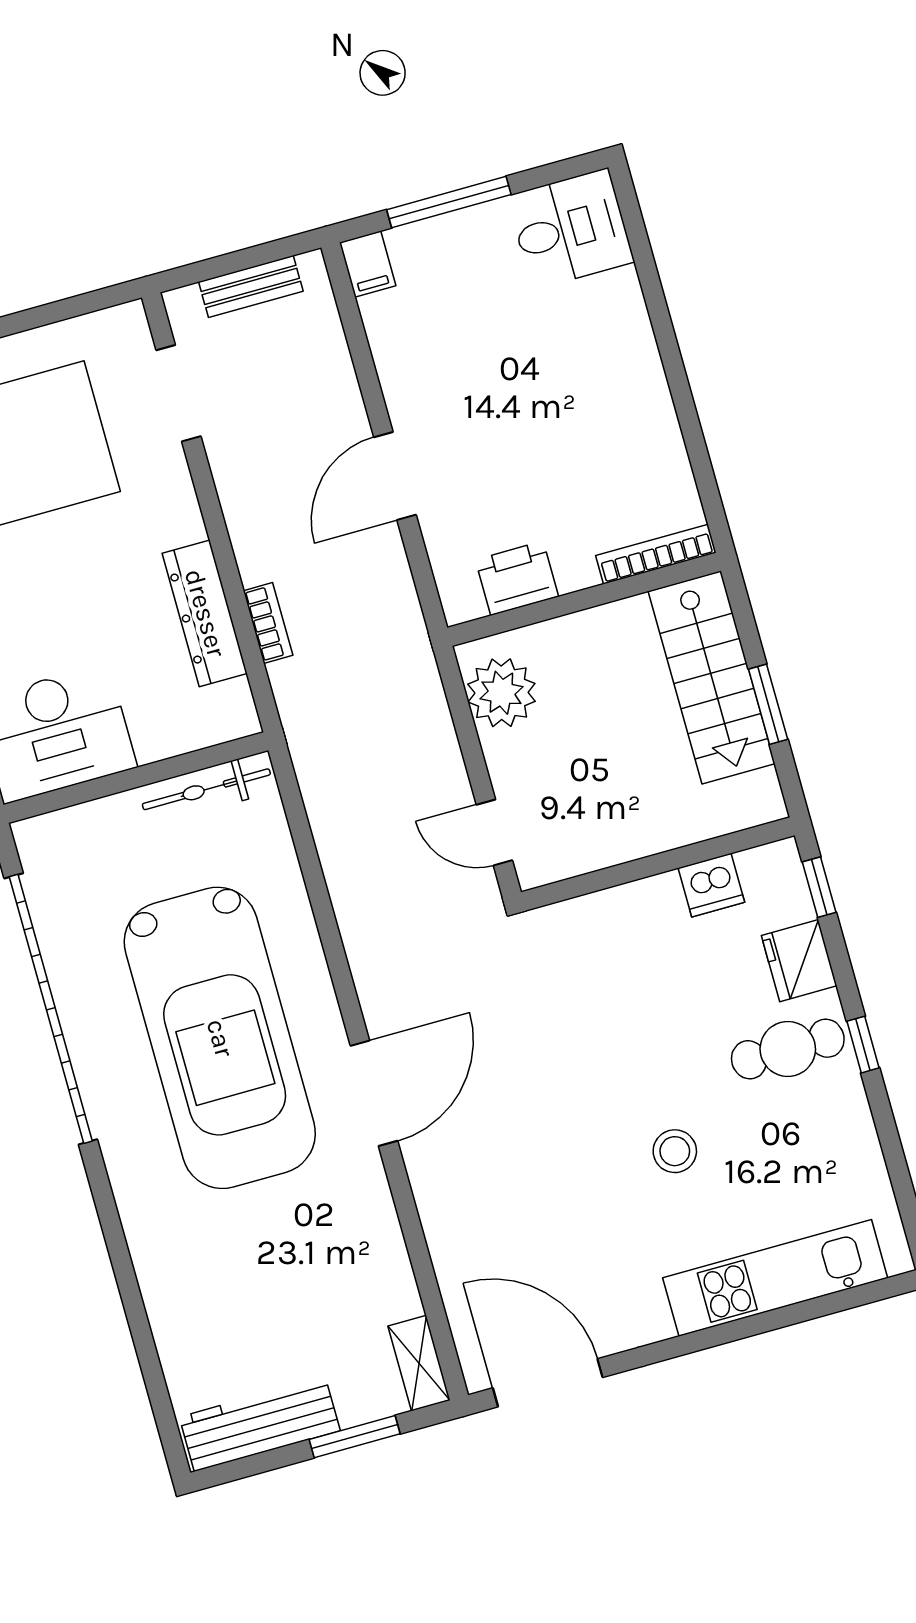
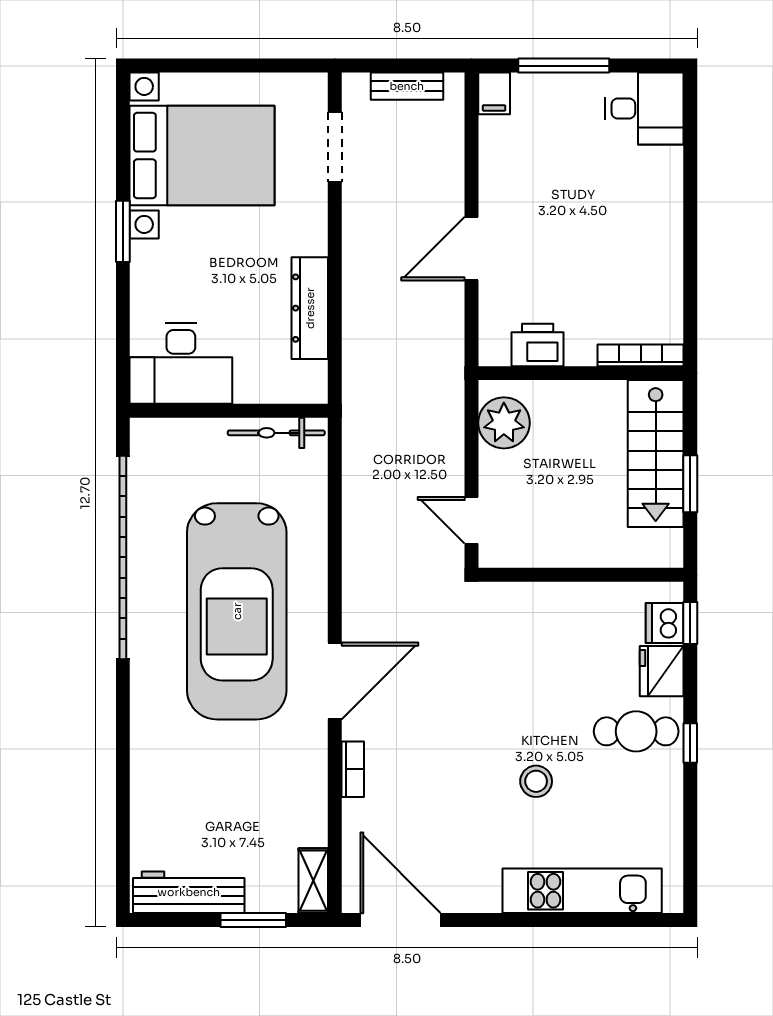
bookcase: (268, 623) -> (353, 769), moved
dishwasher: (711, 885) -> (665, 623), moved, turned 90

